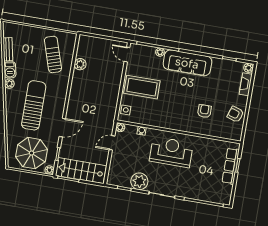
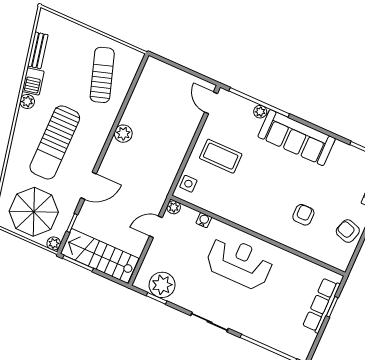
plant: (80, 64) -> (123, 134), moved
coffee table: (142, 87) -> (221, 156), width x0.73, depth x0.76
sun lounger: (34, 105) -> (55, 142), turned 180
plant: (139, 181) -> (162, 285), moved

